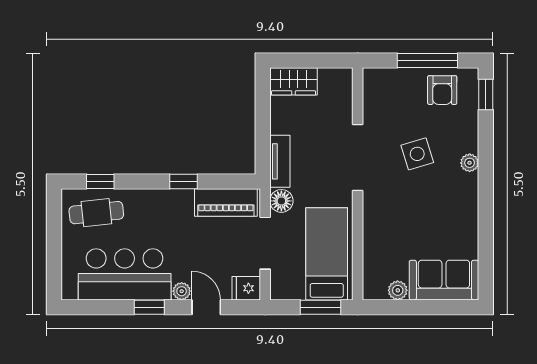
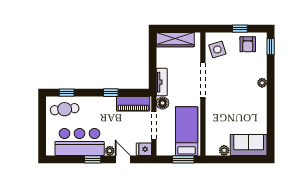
window: (427, 60) -> (240, 29), width x0.46
wardrobe: (294, 81) -> (175, 40), width x1.50
side table: (417, 154) -> (217, 49), moved

